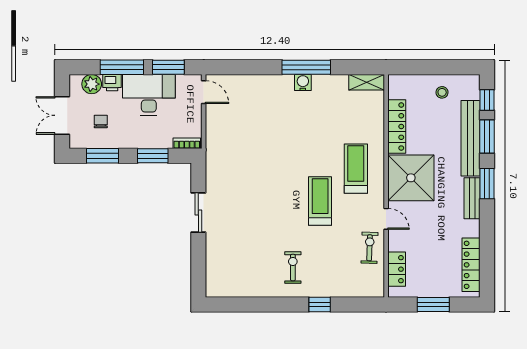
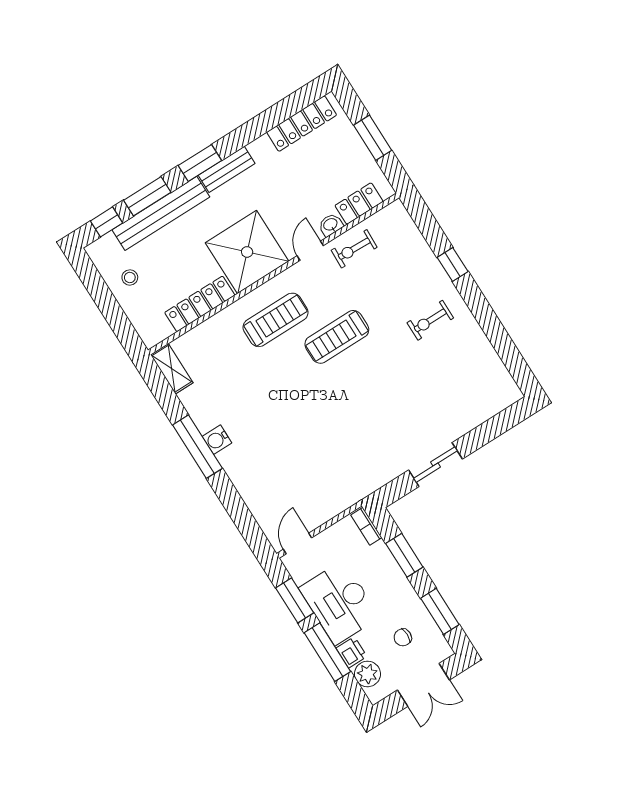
treadmill: (356, 169) -> (276, 320), turned 180
washbasin: (394, 242) -> (331, 225), added

